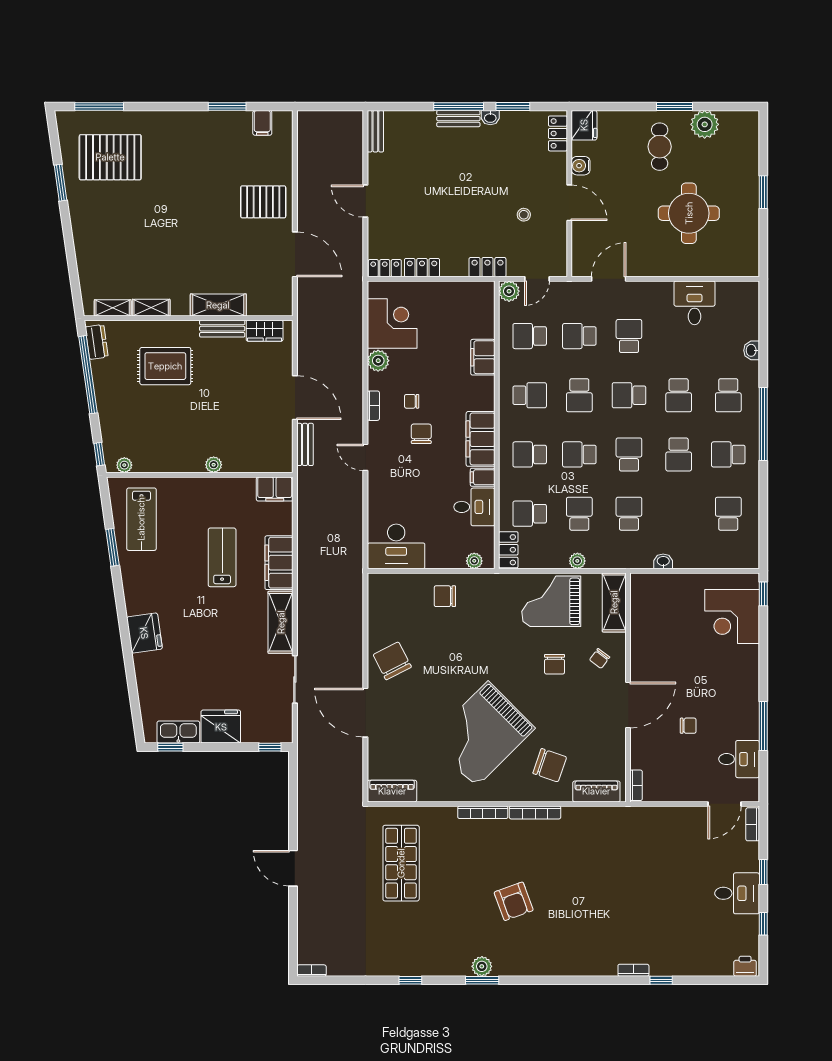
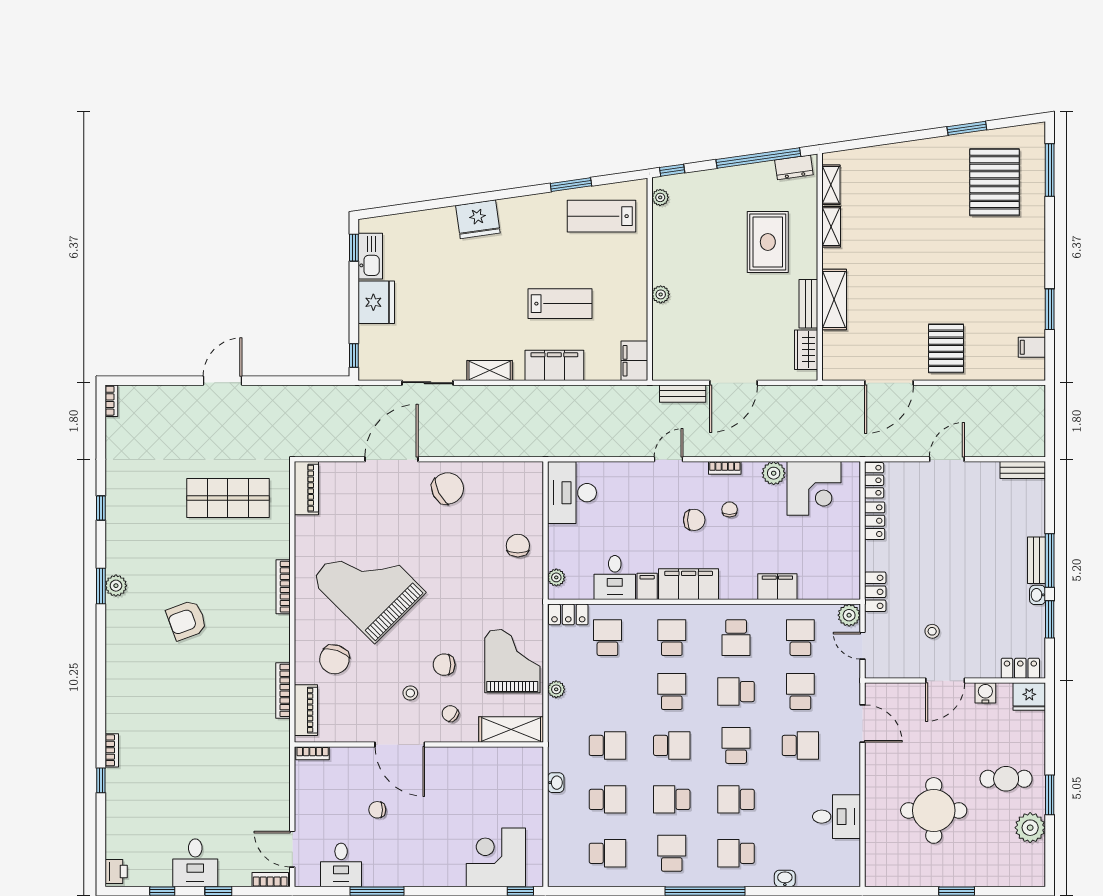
school desk: (579, 514) -> (607, 799), moved
shelving: (281, 622) -> (490, 370), width x0.67, depth x0.75
stool: (581, 695) -> (410, 693), added
chair: (688, 726) -> (377, 810), turned 90
bookcase: (535, 813) -> (283, 690), moved

